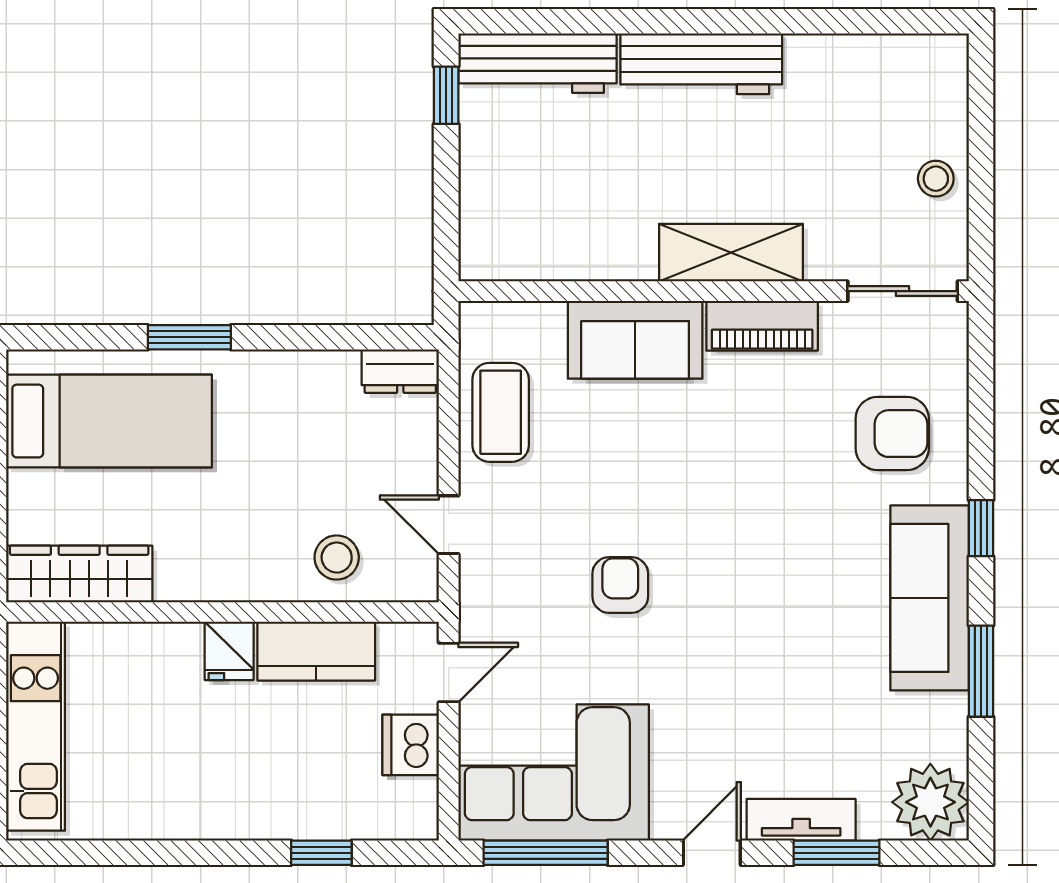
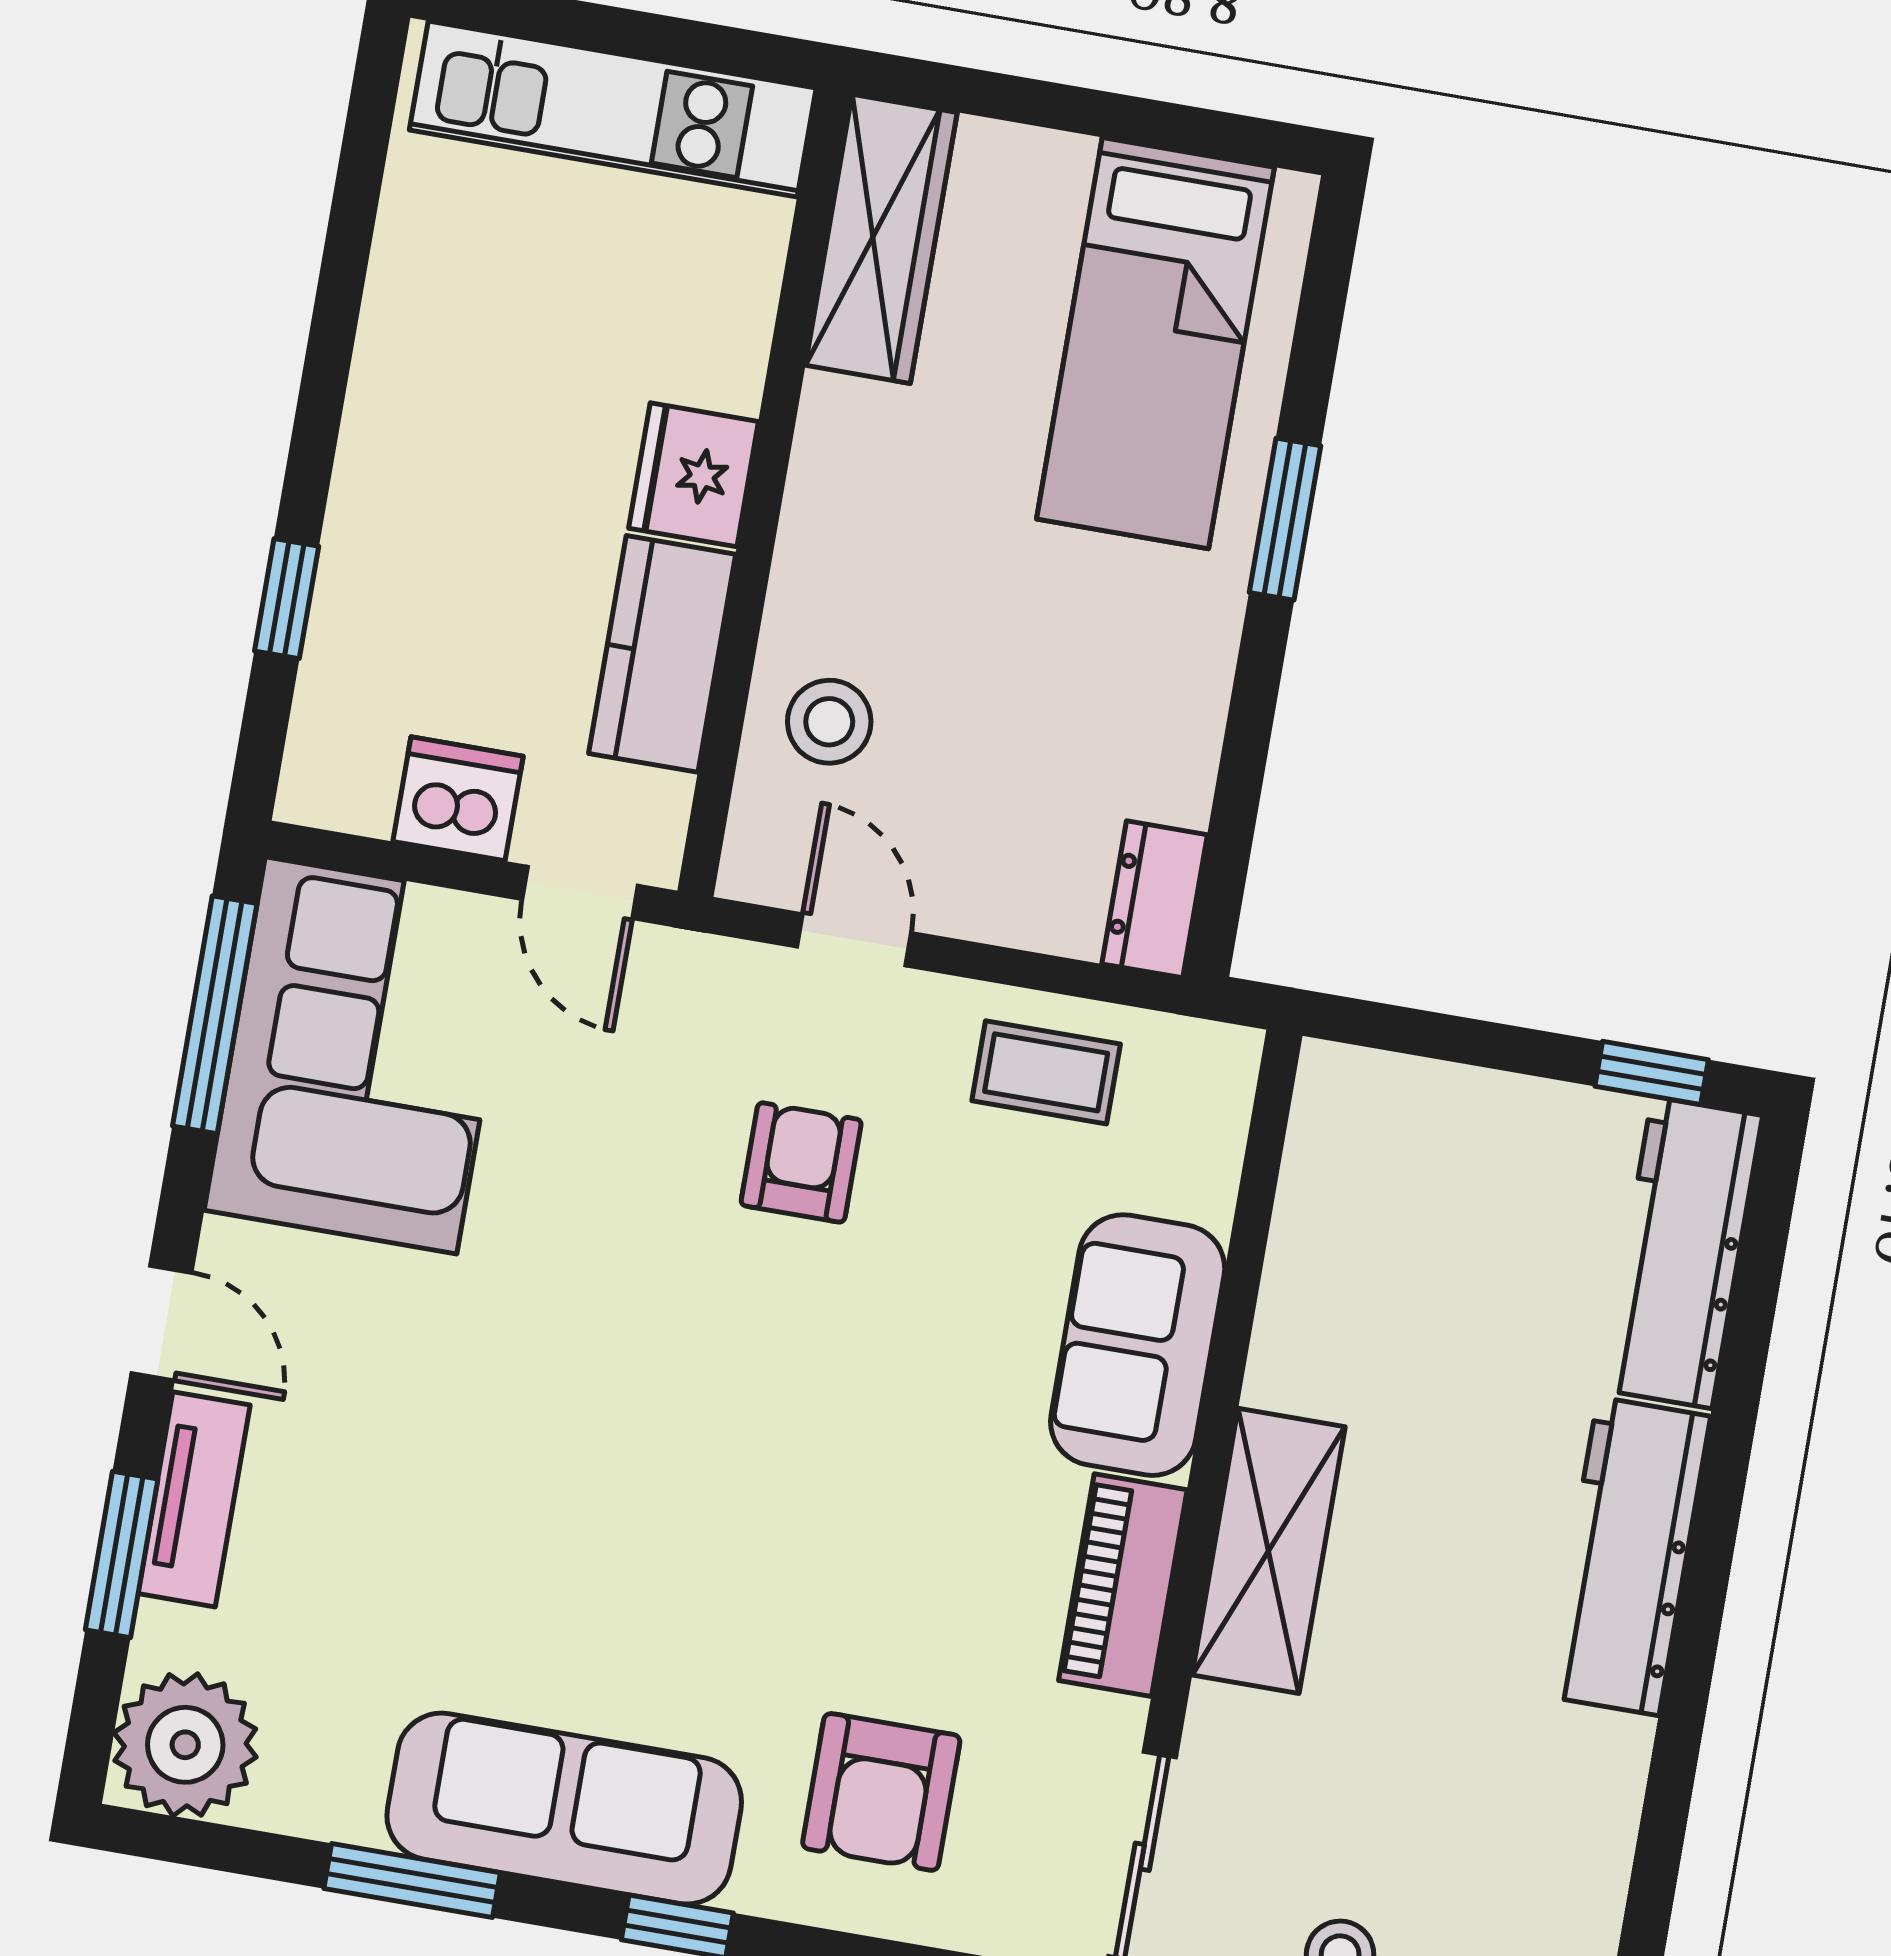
coffee table: (501, 412) -> (1046, 1072), width x0.73, depth x0.77
door: (449, 525) -> (854, 940), hinge flipped
armchair: (620, 585) -> (801, 1162), moved, turned -90
fridge: (229, 651) -> (694, 475), width x1.38

